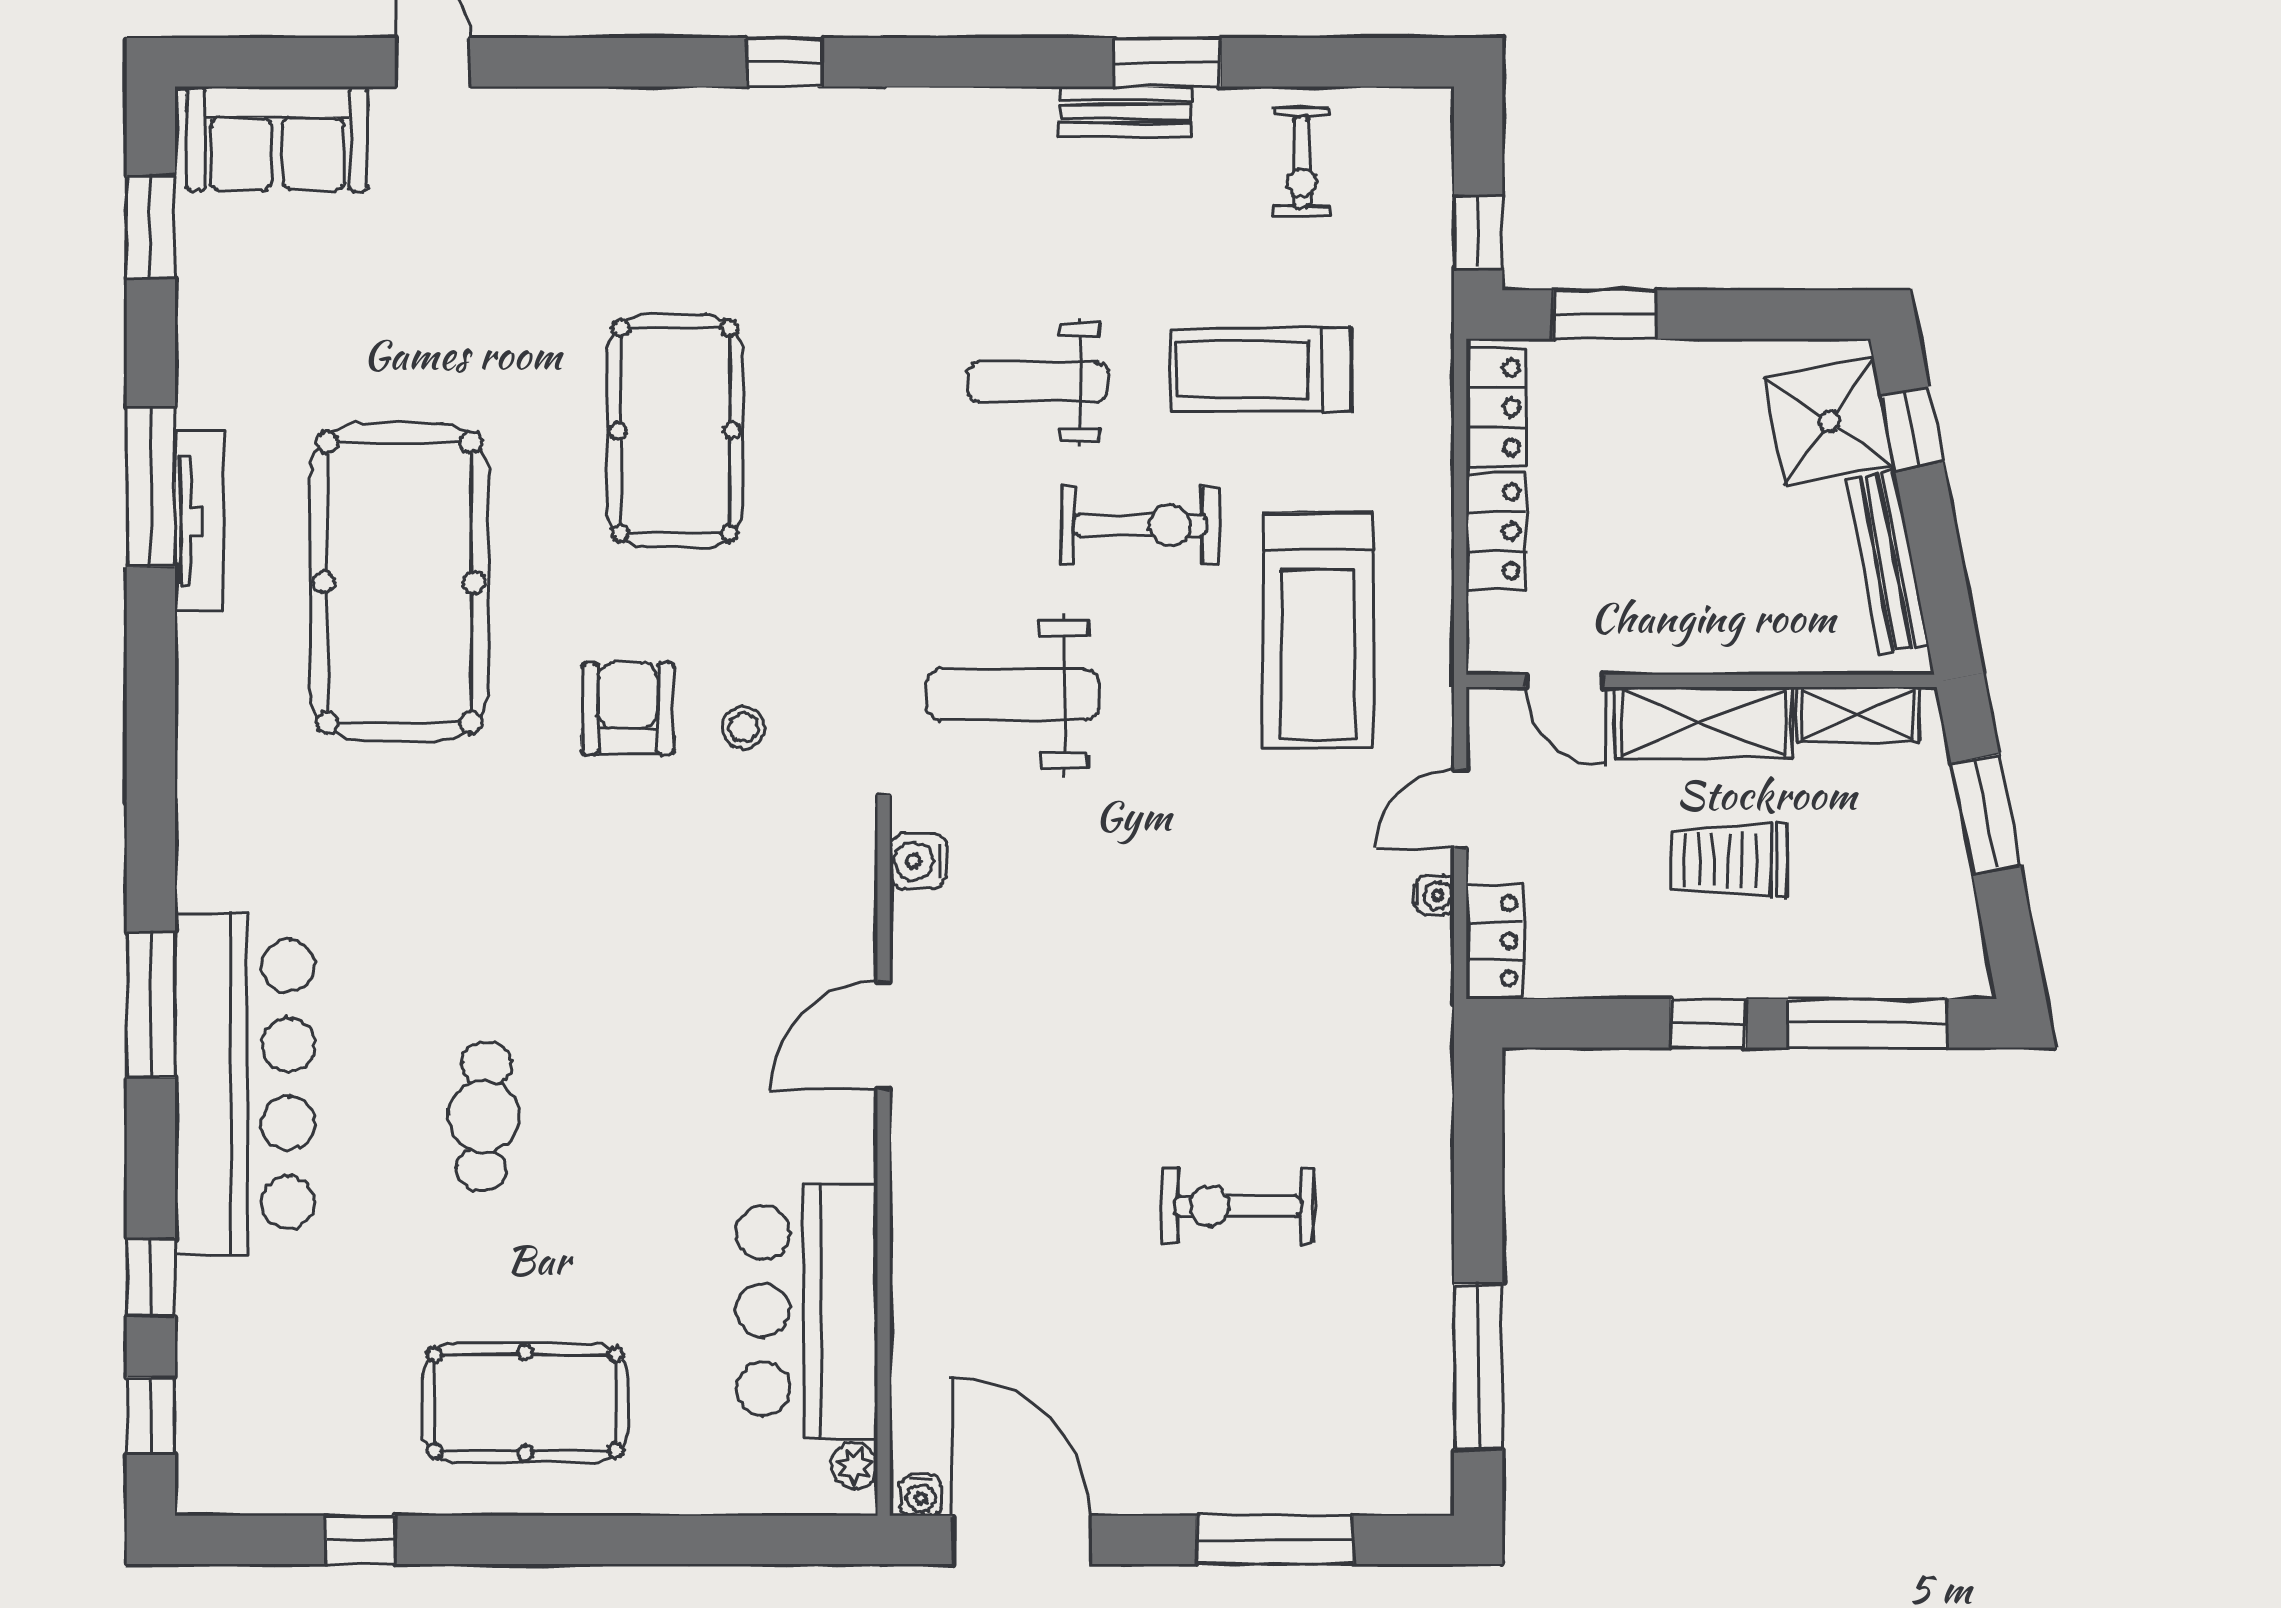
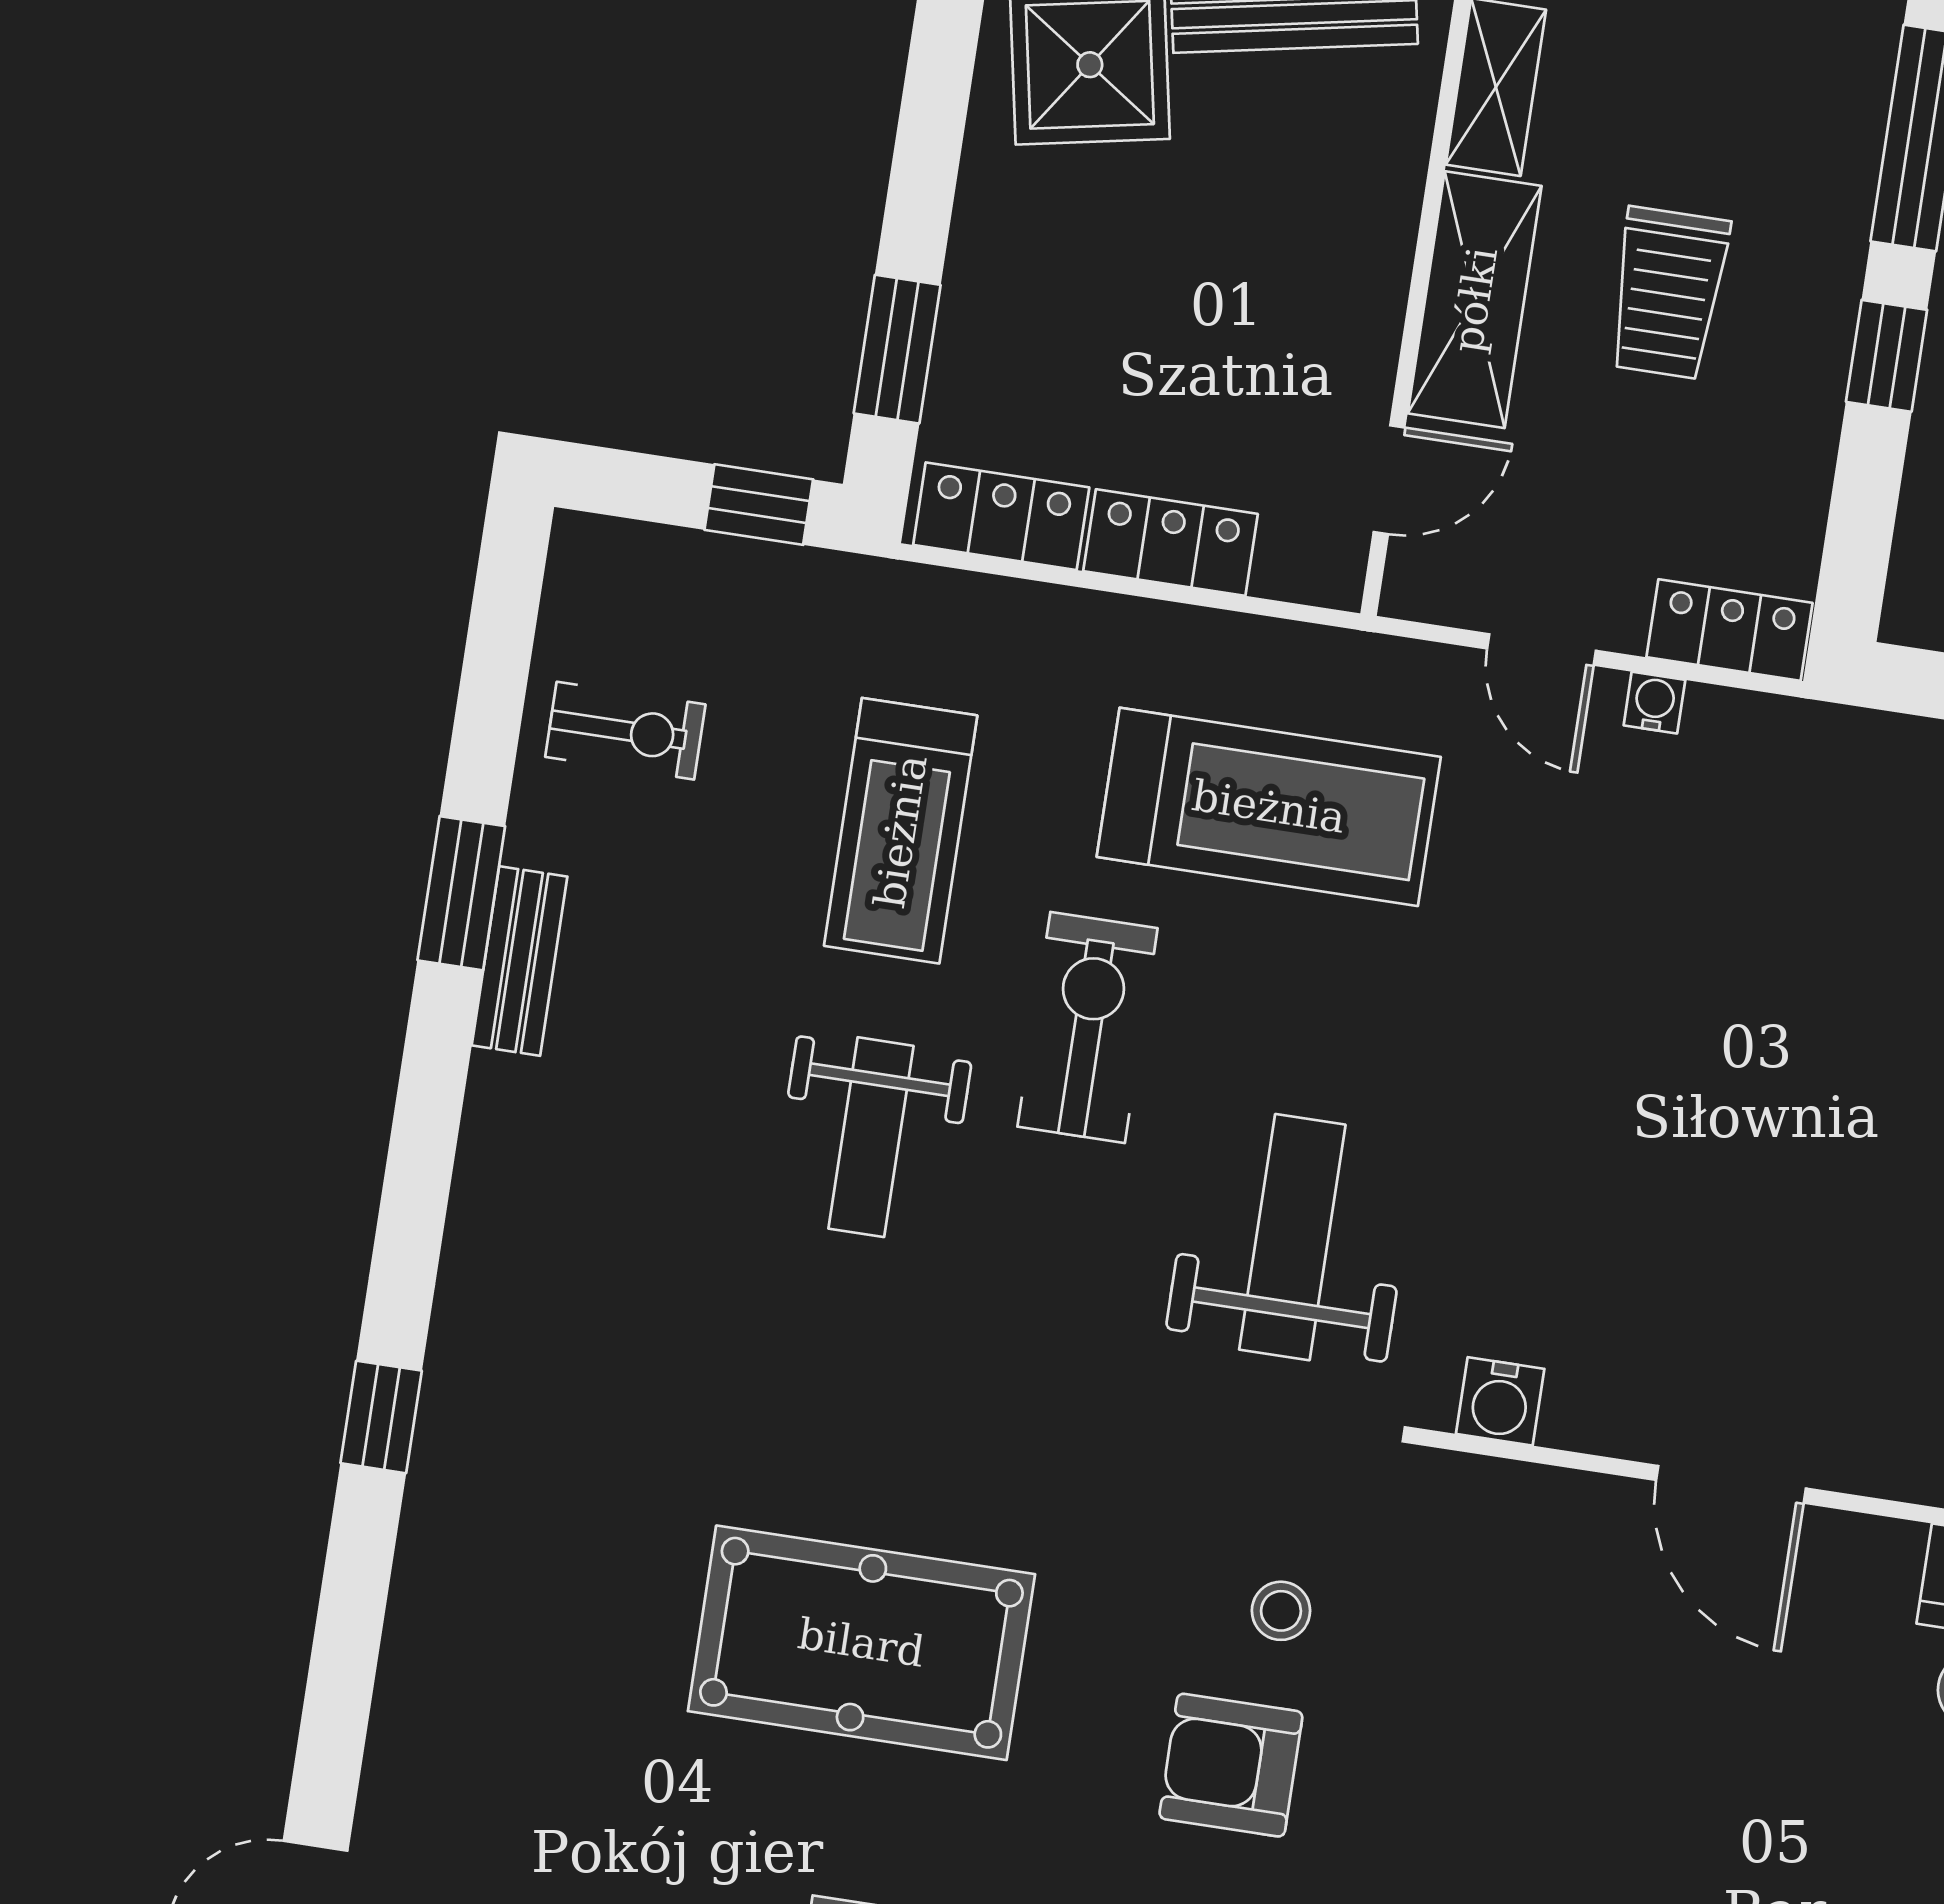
weight bench: (1012, 695) -> (1292, 1237), turned 180

